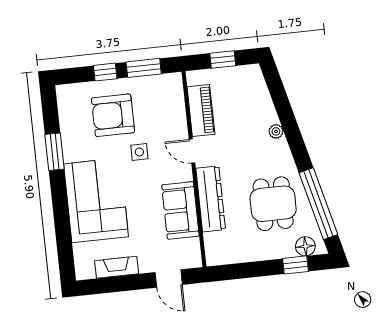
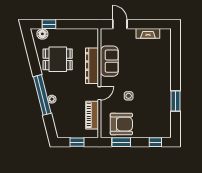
window: (105, 72) -> (155, 142), moved
armchair: (113, 115) -> (121, 124), moved
door: (192, 151) -> (99, 93), hinge flipped
corner sofa: (96, 200) -> (155, 72), removed
dining table: (273, 204) -> (58, 59), turned 90
window: (318, 204) -> (42, 95), moved

